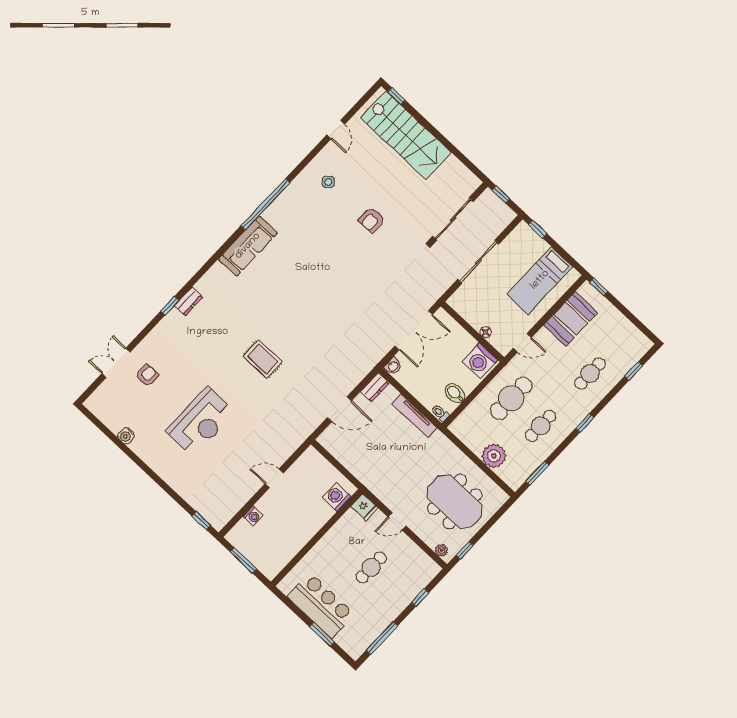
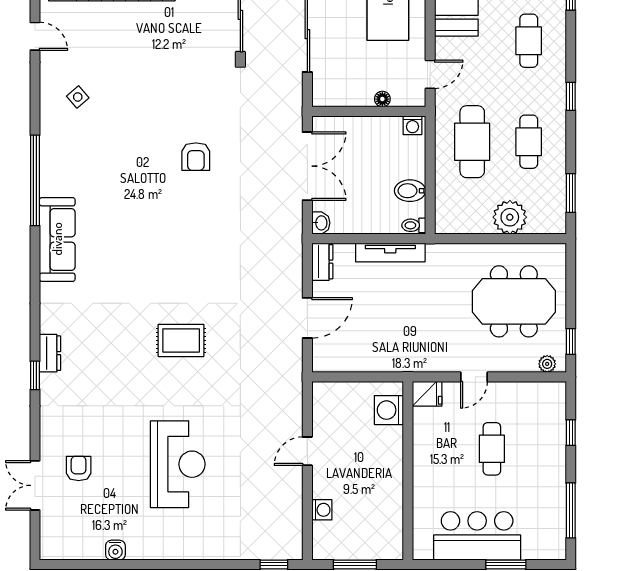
armchair: (372, 220) -> (196, 157), moved
washing machine: (480, 361) -> (413, 125), width x0.53, depth x0.53

